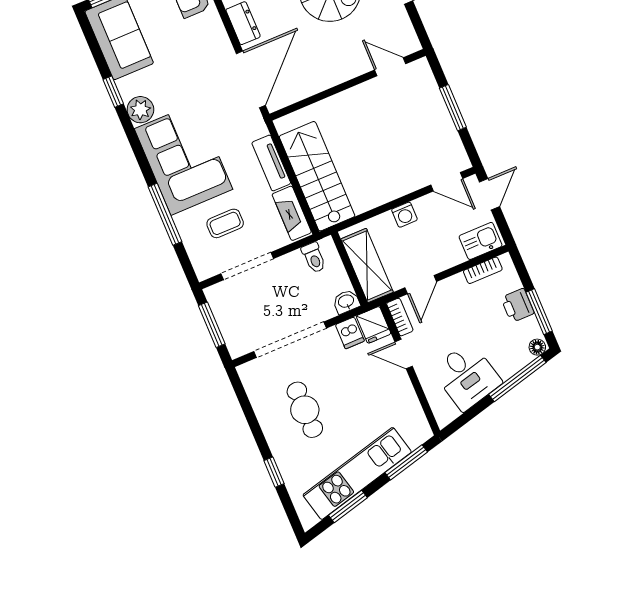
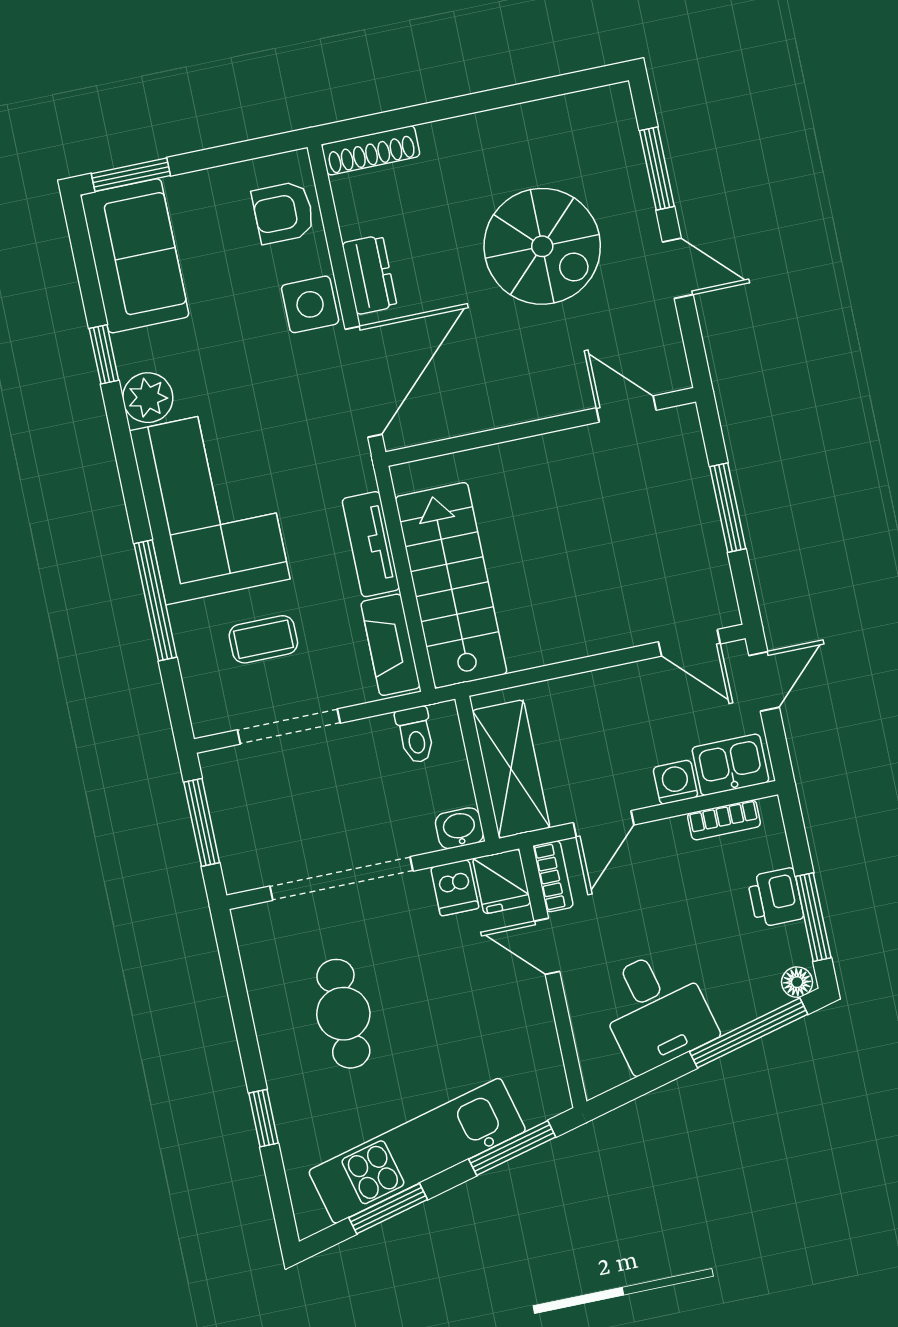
side table: (215, 45) -> (310, 304), added
washing machine: (404, 215) -> (675, 782), moved, turned 180

